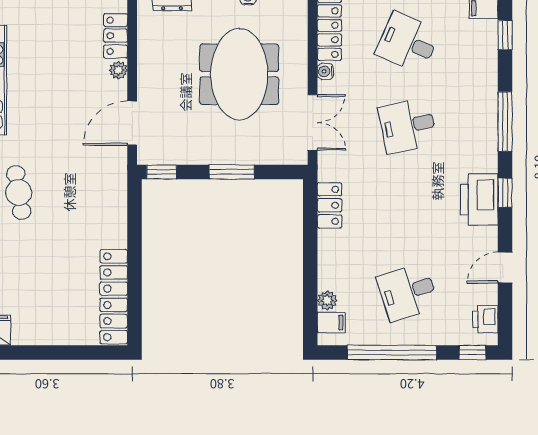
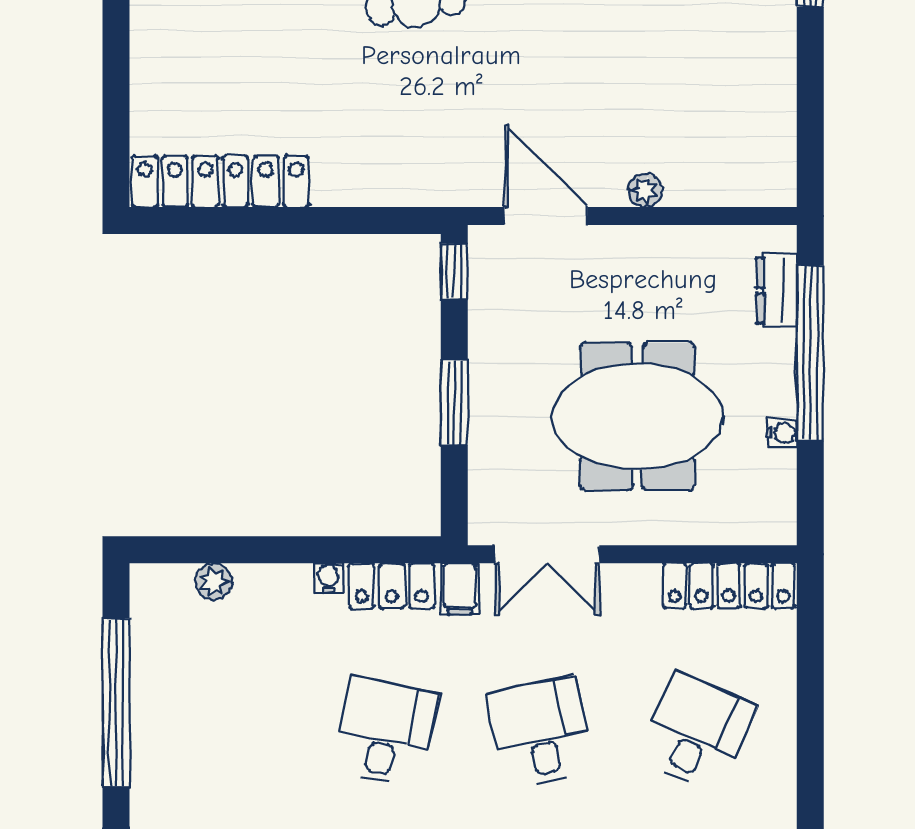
locker: (116, 36) -> (709, 185), removed
water cooler: (325, 71) -> (328, 578), moved
desk: (408, 292) -> (385, 732), moved, turned 30
filing cabinet: (331, 323) -> (460, 589), moved

